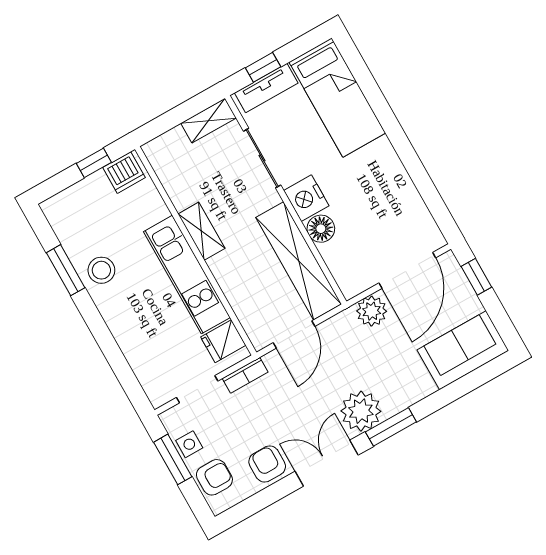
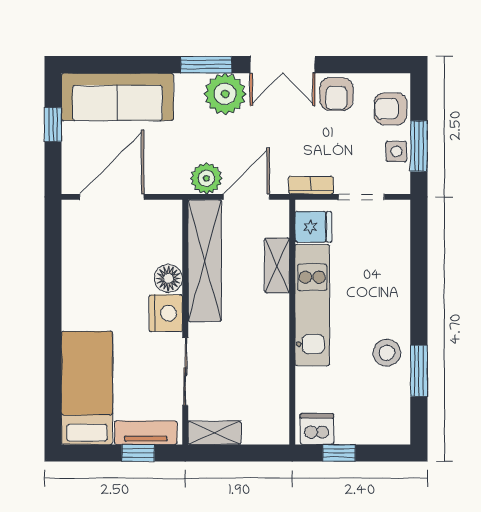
shelving: (201, 231) -> (277, 265), moved
window: (476, 277) -> (53, 125), moved
plant: (372, 311) -> (206, 178), moved
sofa: (463, 350) -> (117, 97), width x1.36

